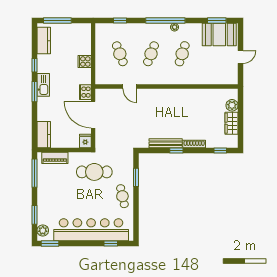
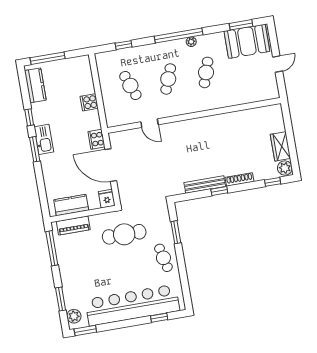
plant: (232, 105) -> (285, 168), moved
kitchen counter: (44, 135) -> (71, 205), moved, turned -90

